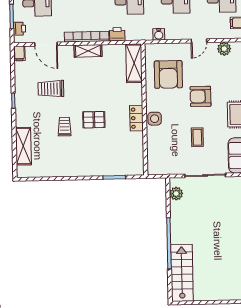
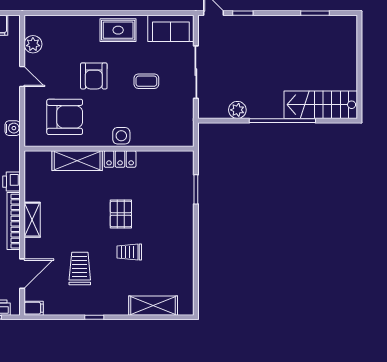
shelving: (134, 63) -> (77, 161), moved
trolley: (51, 89) -> (80, 269), turned 180
plant: (176, 194) -> (237, 110), moved

